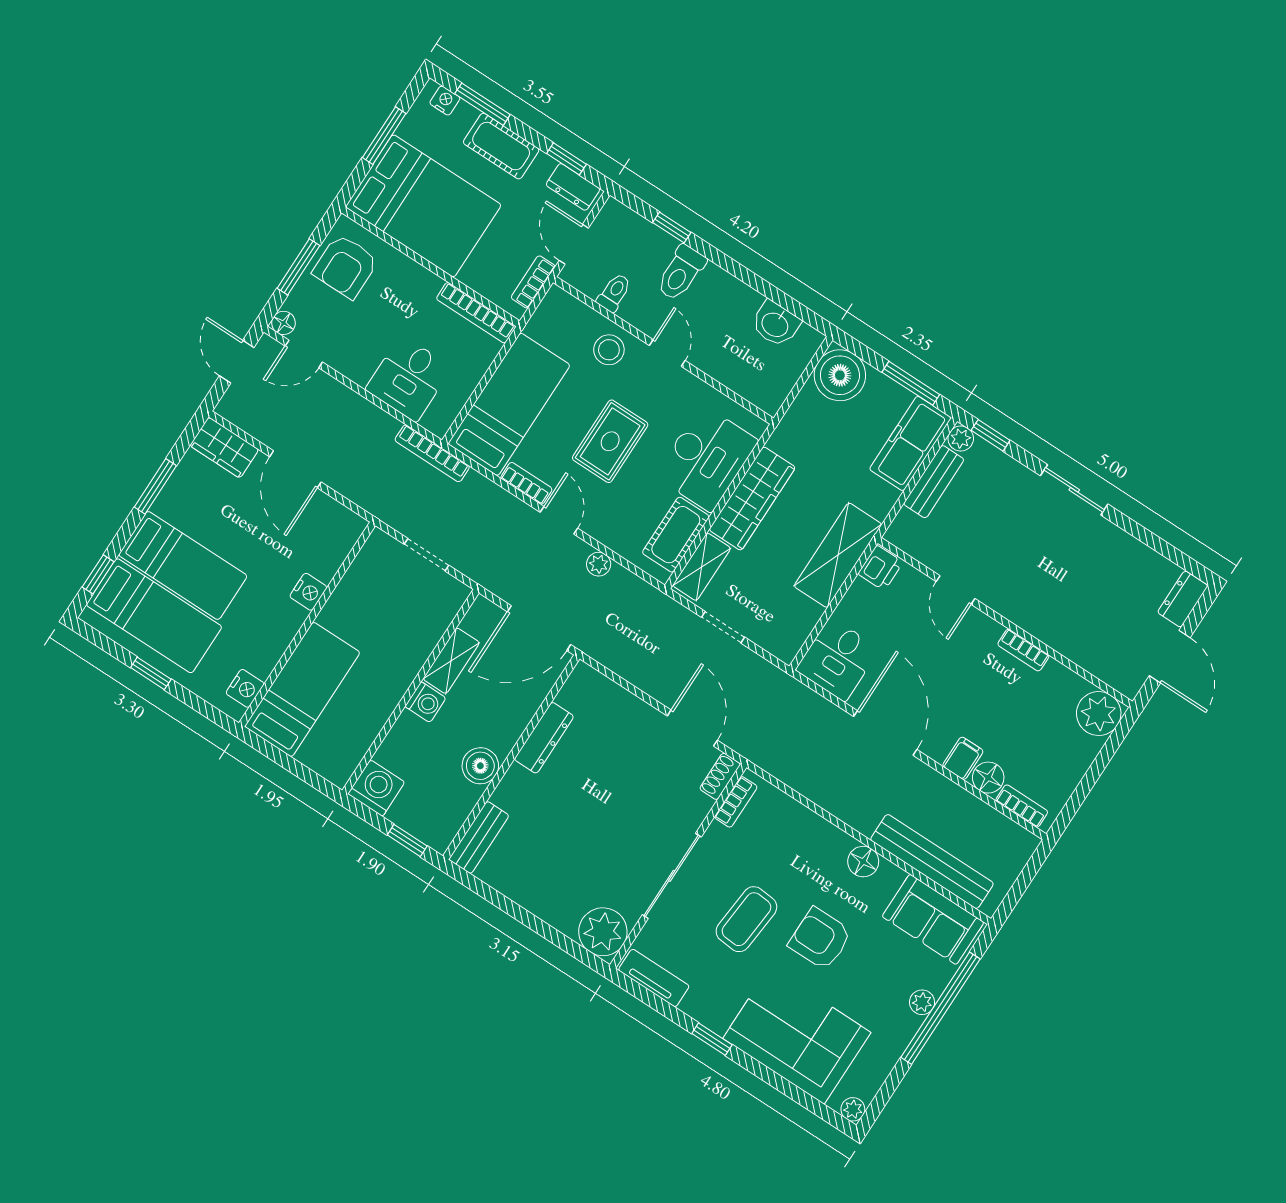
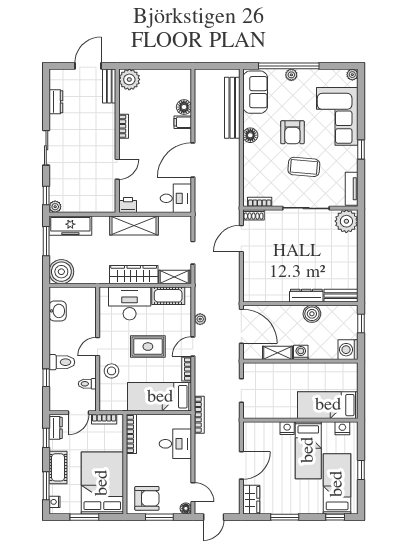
bench: (934, 482) -> (109, 86), moved, turned 90
bed: (183, 565) -> (308, 450), moved, turned 180
dresser: (1183, 599) -> (56, 102), moved, turned -90
dresser: (544, 738) -> (306, 296), moved
bookcase: (1022, 806) -> (187, 86), removed

